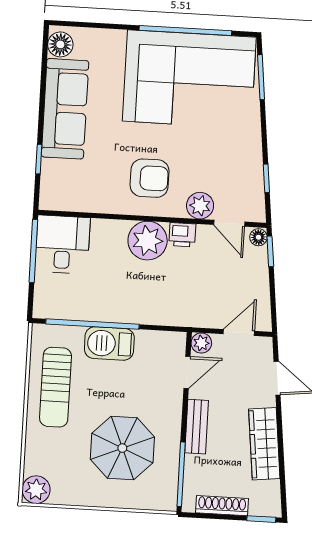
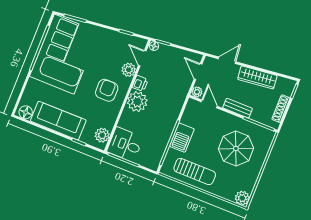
plant: (65, 197) -> (102, 135), added
door: (229, 223) -> (142, 58), swing flipped

